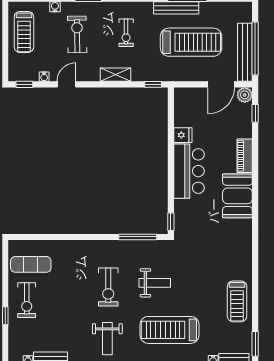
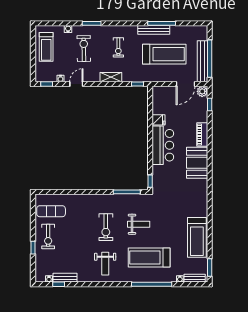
treadmill: (237, 301) -> (197, 237), width x1.37, depth x1.38

